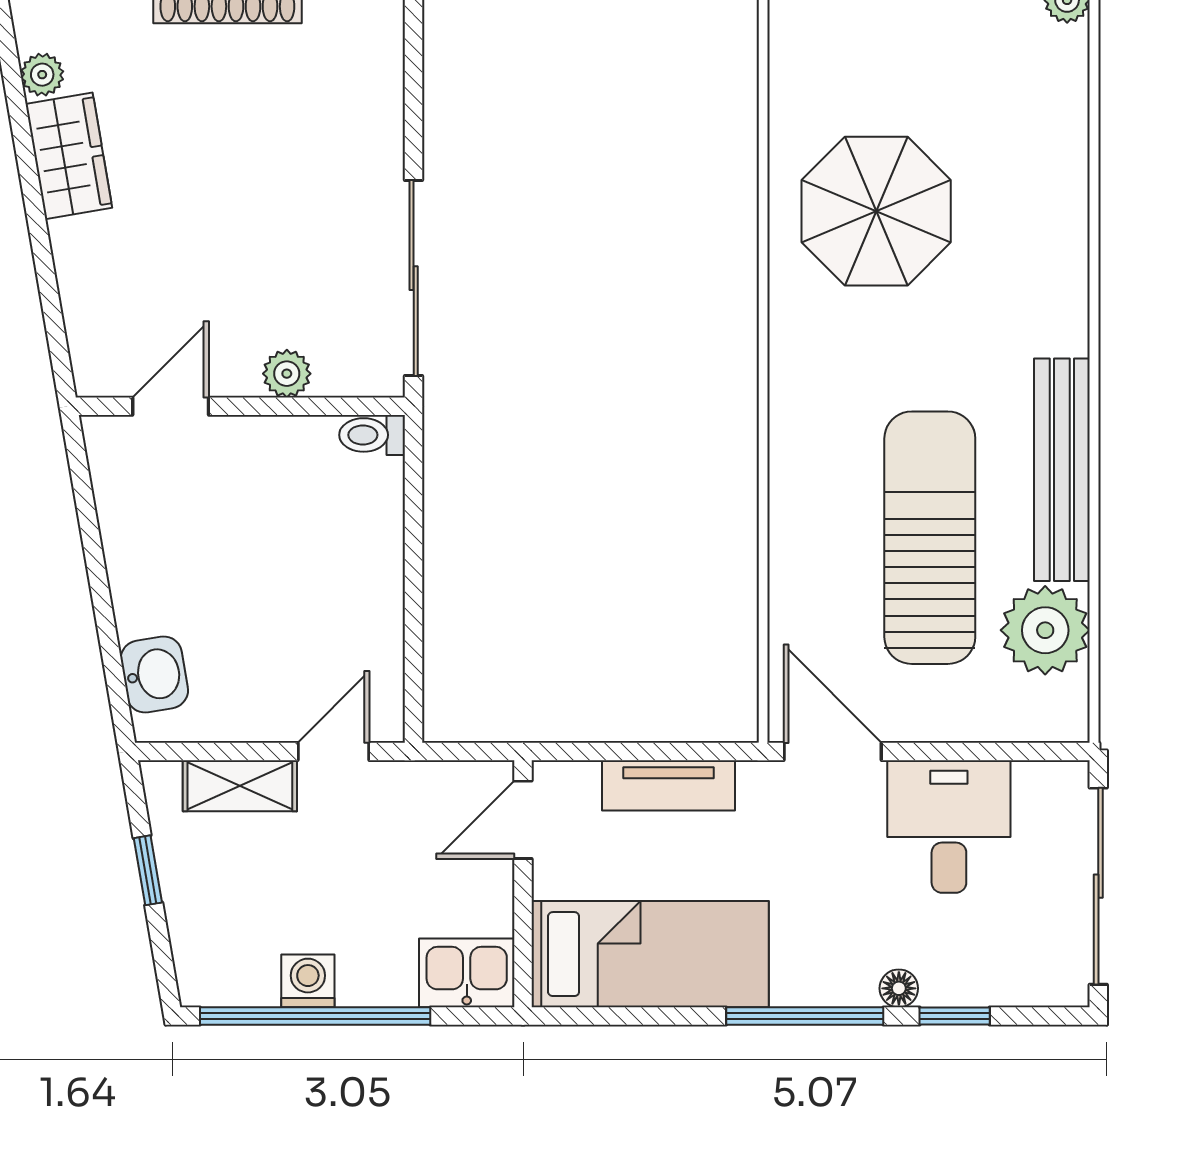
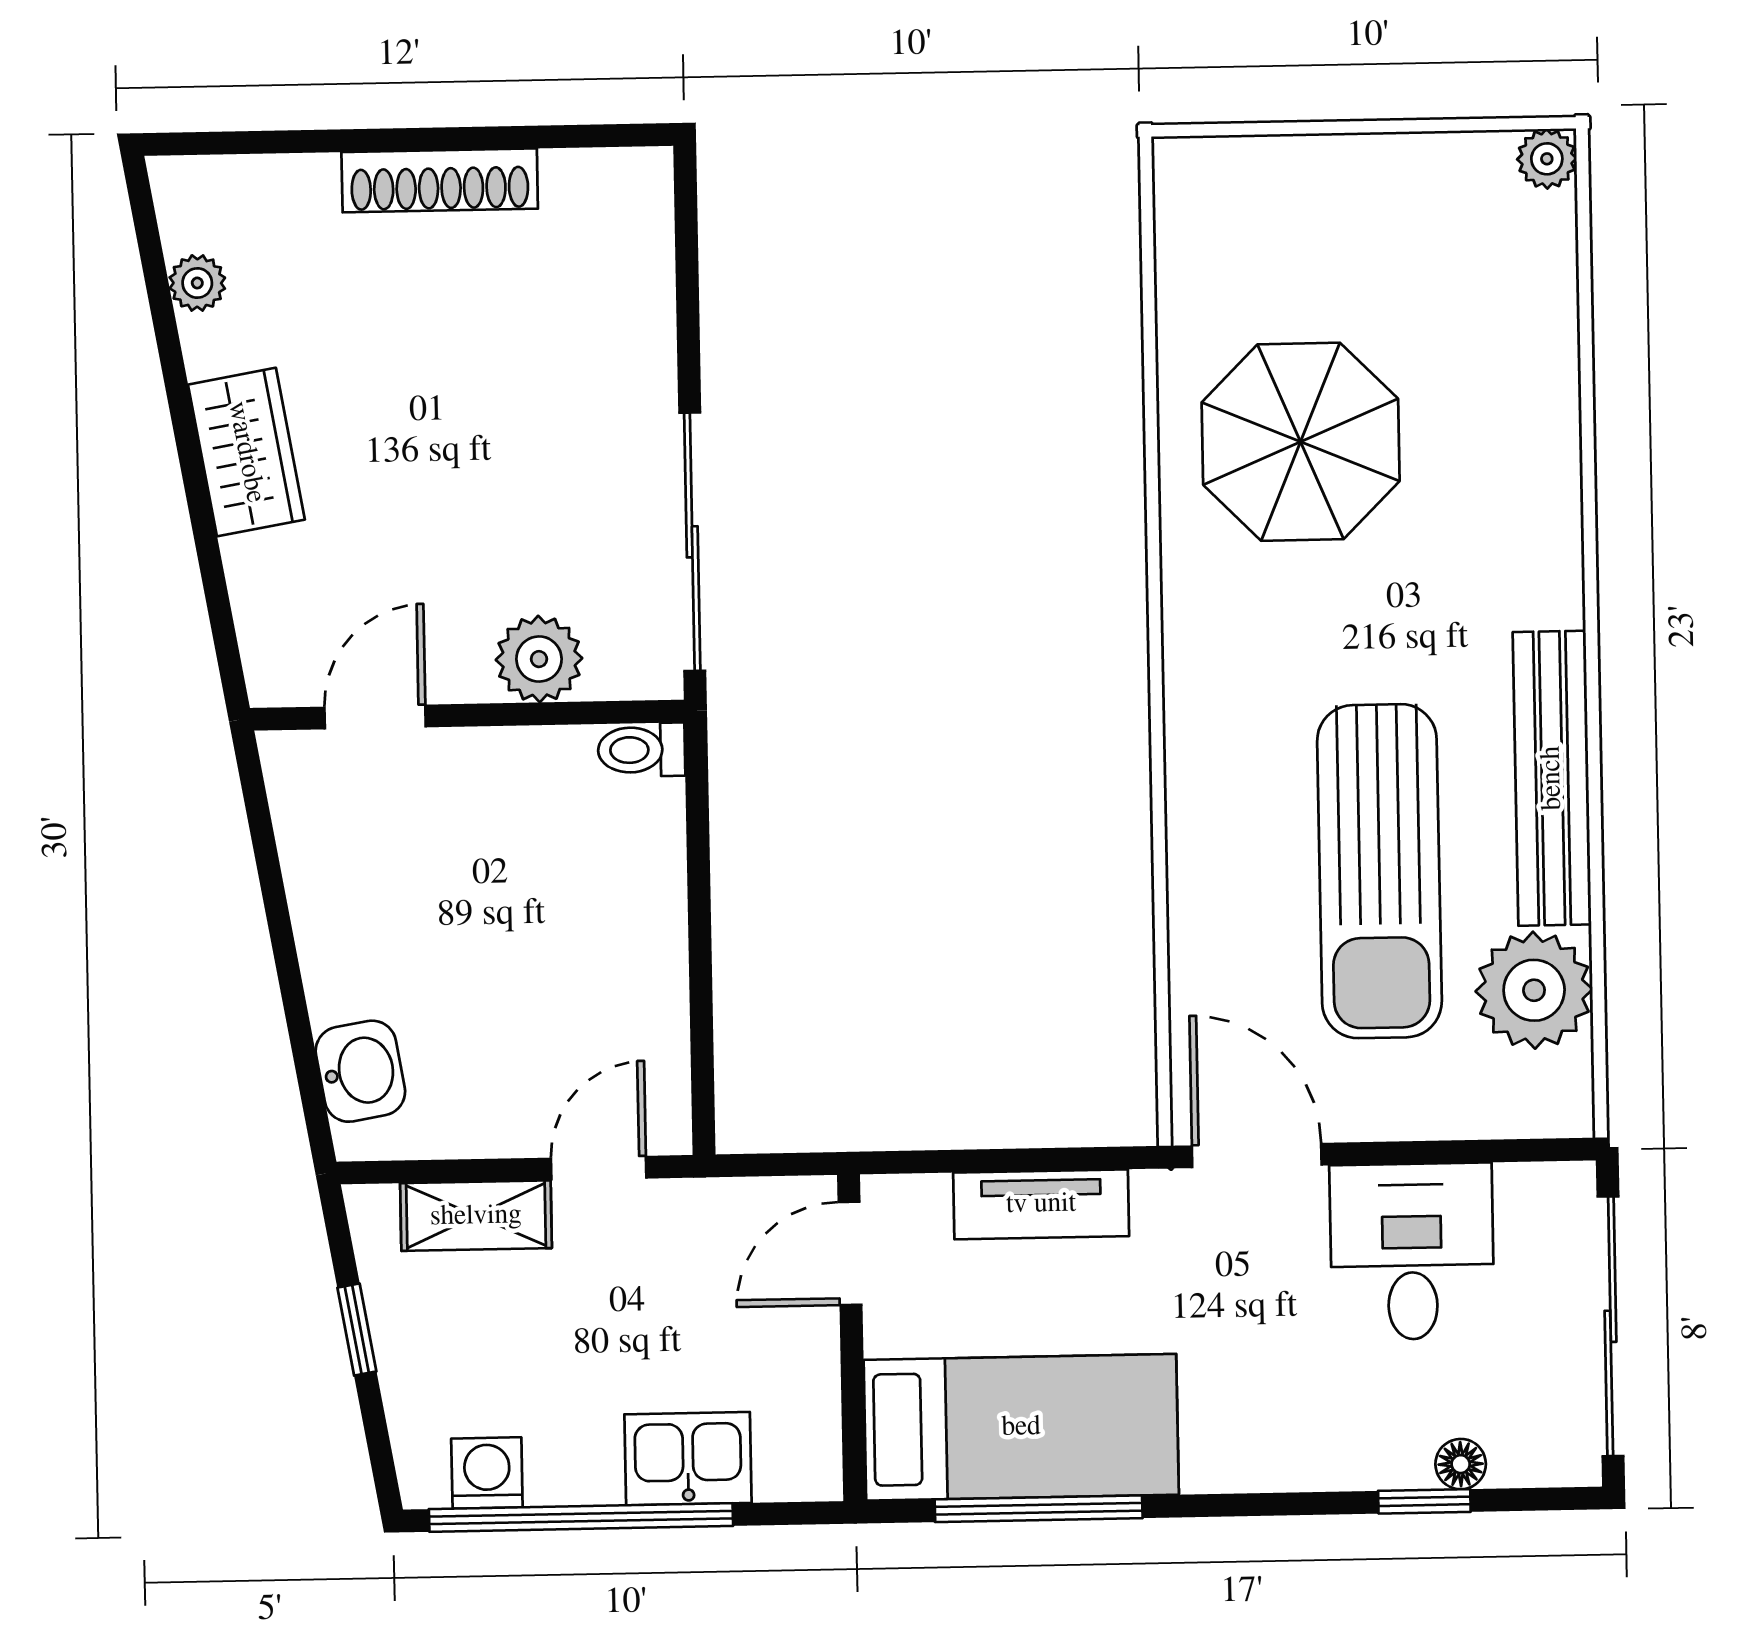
wardrobe: (69, 156) -> (246, 452), moved
plant: (287, 374) -> (539, 659), width x1.38, depth x1.38
sun lounger: (930, 538) -> (1379, 871), turned 180
kitchen sink: (467, 973) -> (688, 1459), moved
washing machine: (308, 981) -> (487, 1473), moved
floor lamp: (899, 988) -> (1461, 1464), moved
window: (805, 1016) -> (1039, 1509), moved

